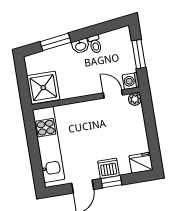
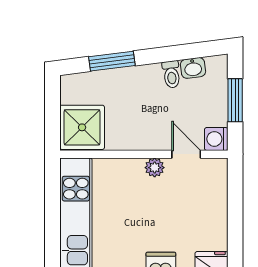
washbasin: (81, 46) -> (193, 68), moved
plant: (135, 99) -> (155, 168), moved

